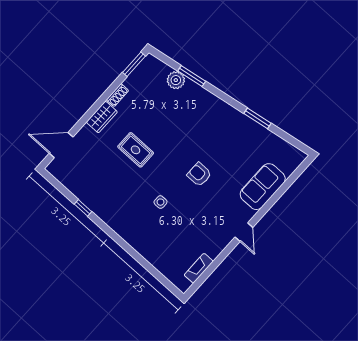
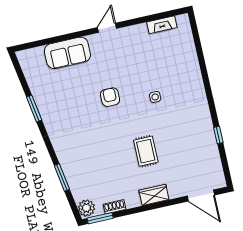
plant: (176, 80) -> (86, 208), moved
shoe rack: (118, 95) -> (114, 207), moved
armchair: (199, 174) -> (110, 97), turned 180

